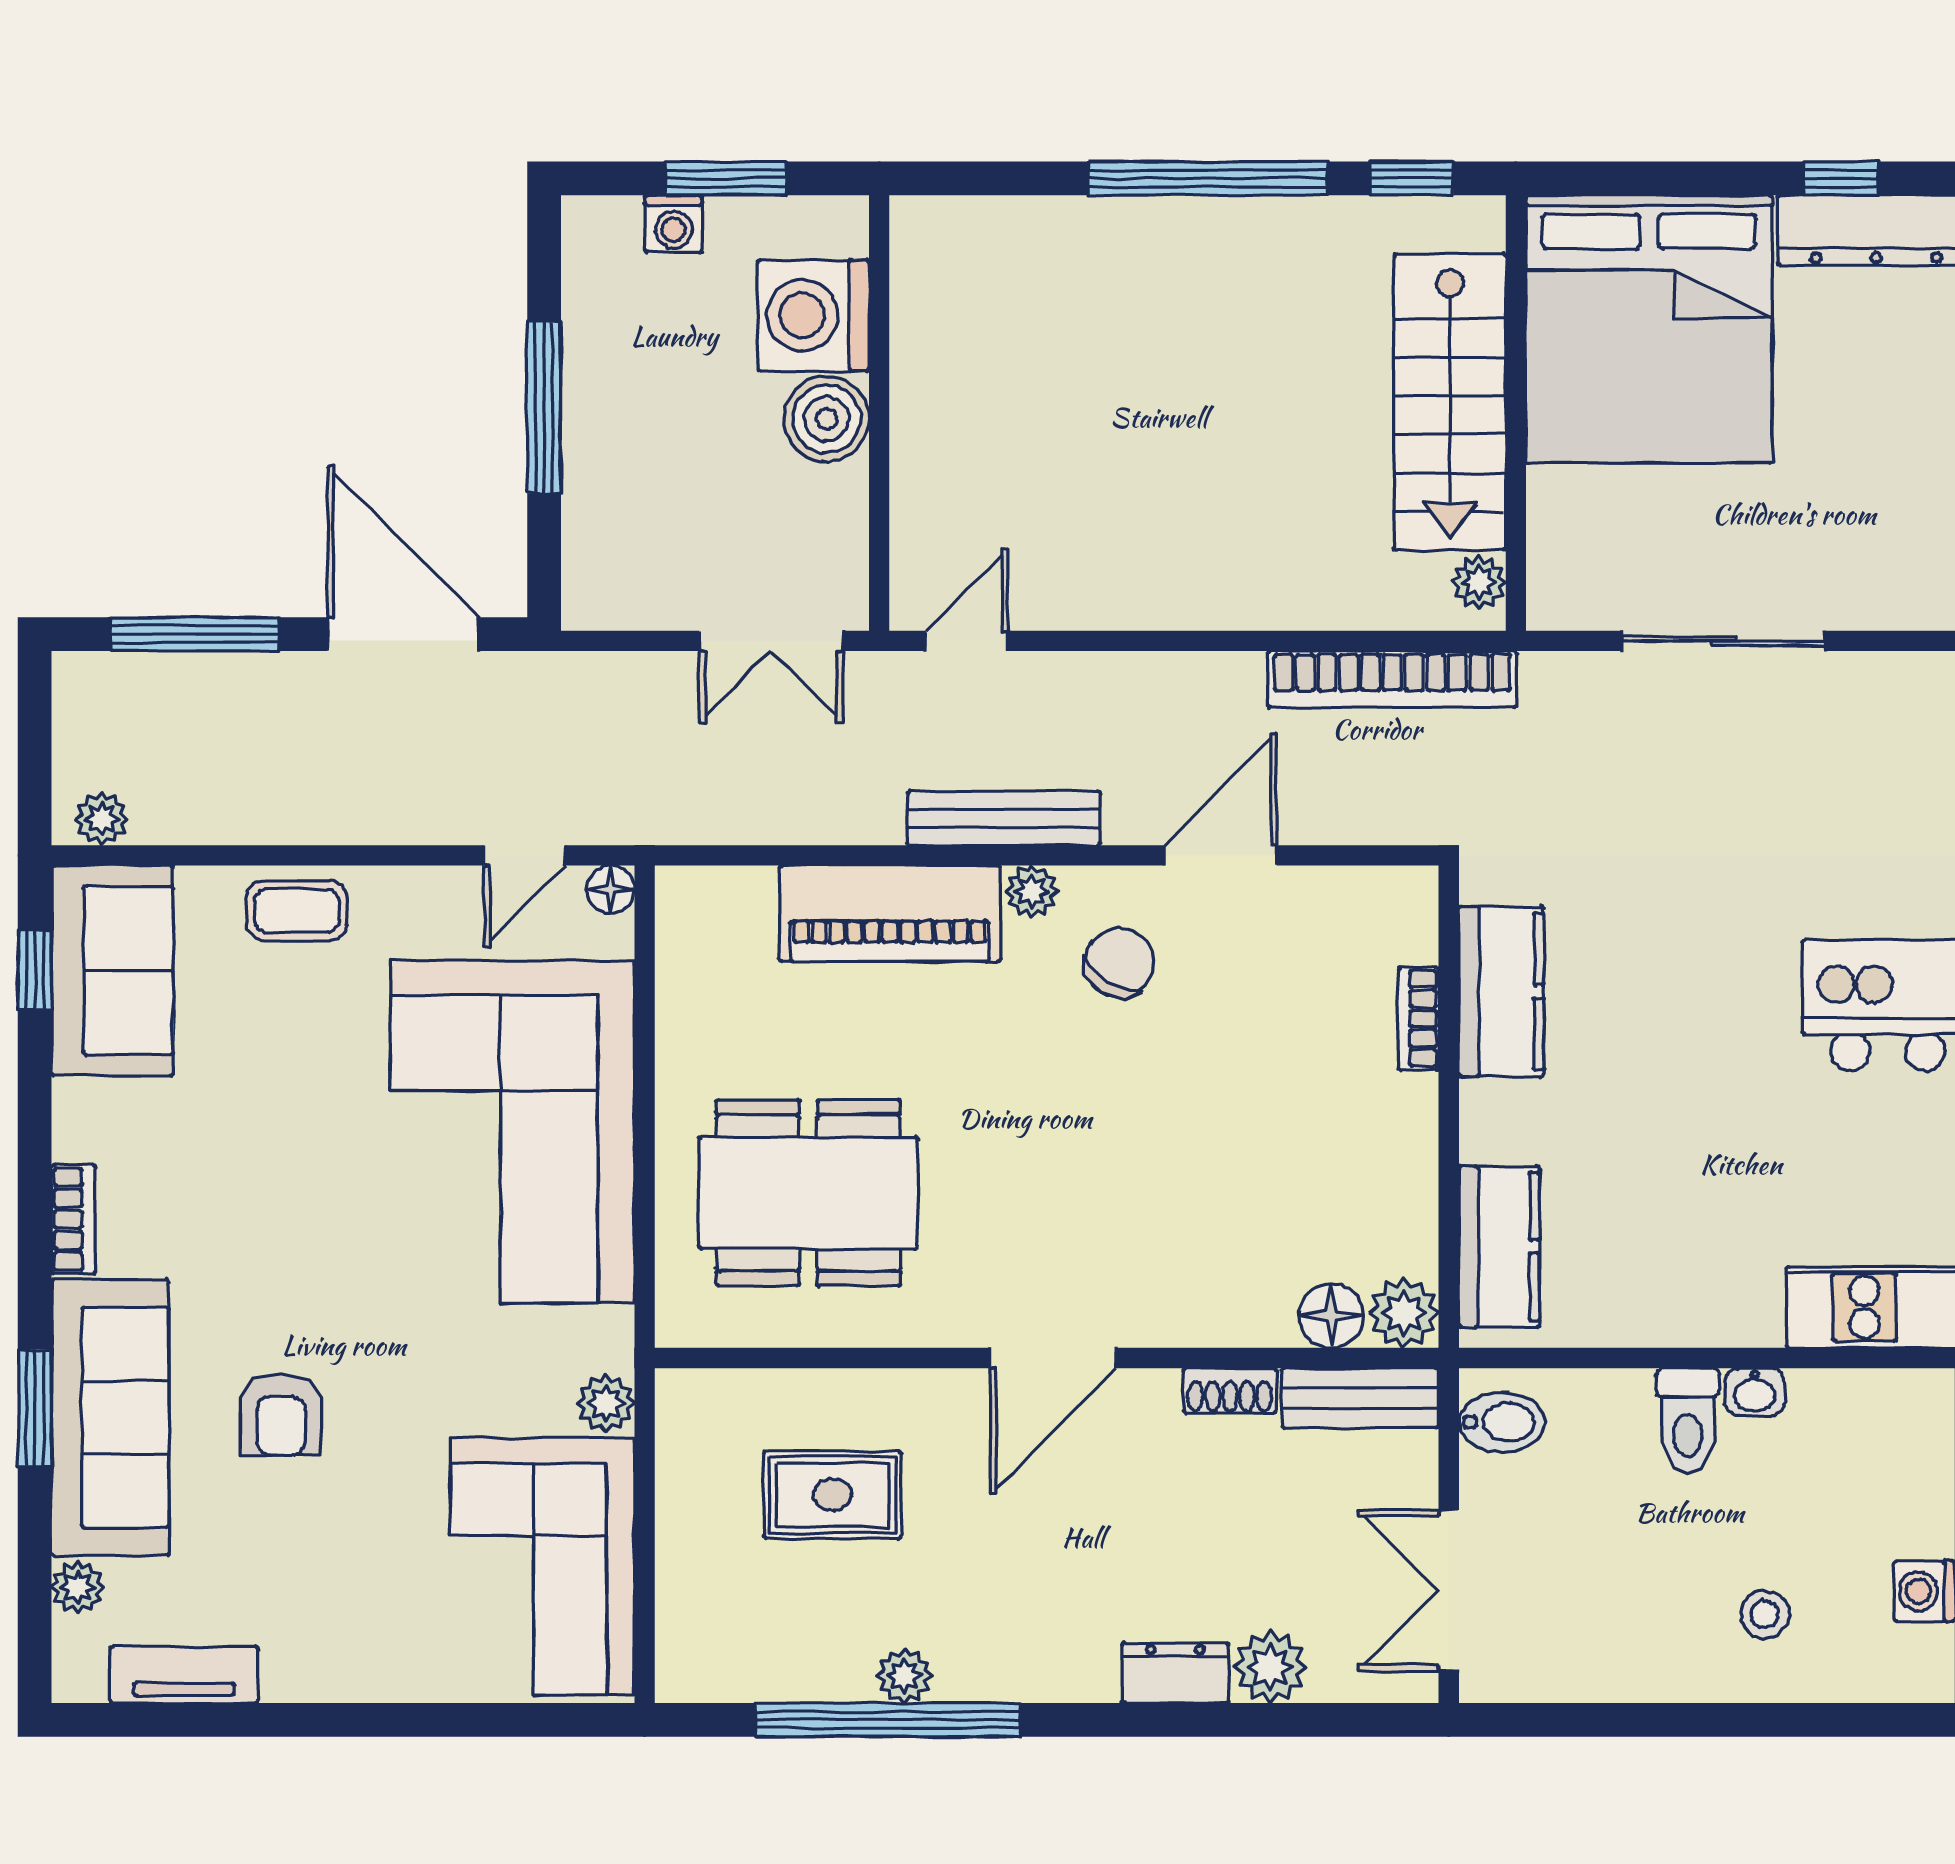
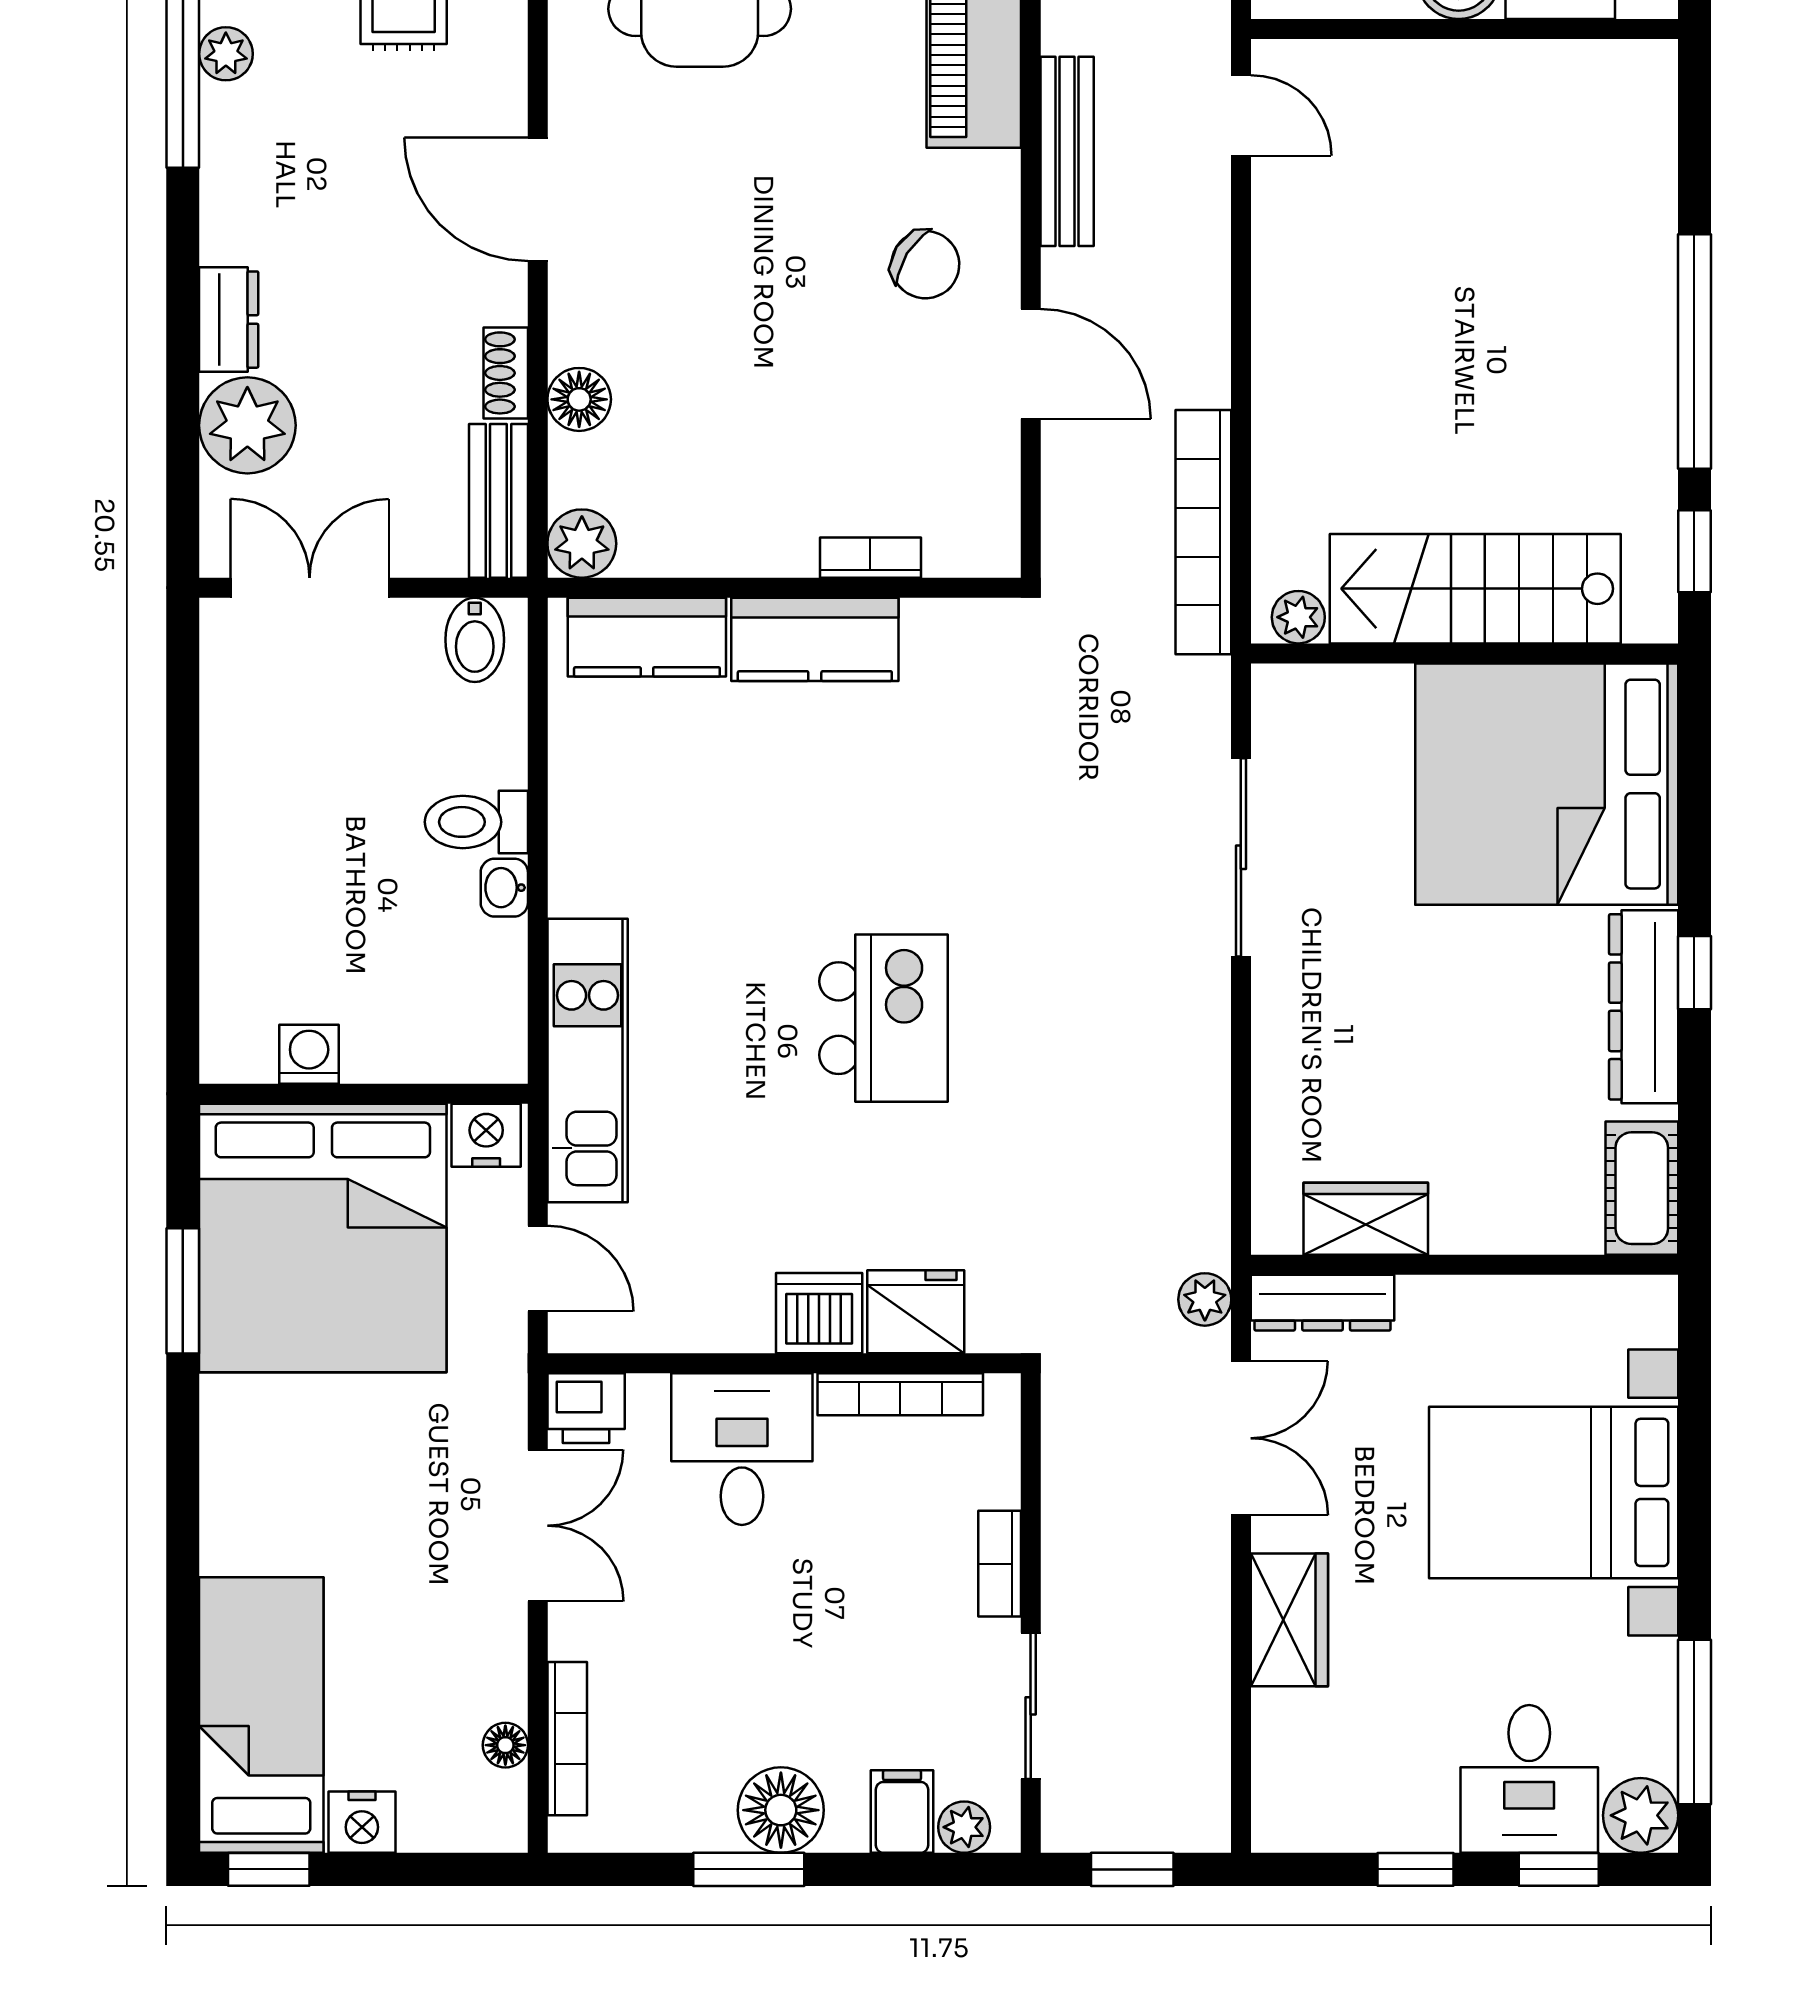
plant: (1032, 891) -> (995, 179), removed
kitchen counter: (1501, 992) -> (815, 639), moved
floor lamp: (1331, 1316) -> (579, 399), moved
stool: (1765, 1614) -> (286, 898), removed
plant: (1270, 1667) -> (247, 425), width x1.36, depth x1.36

